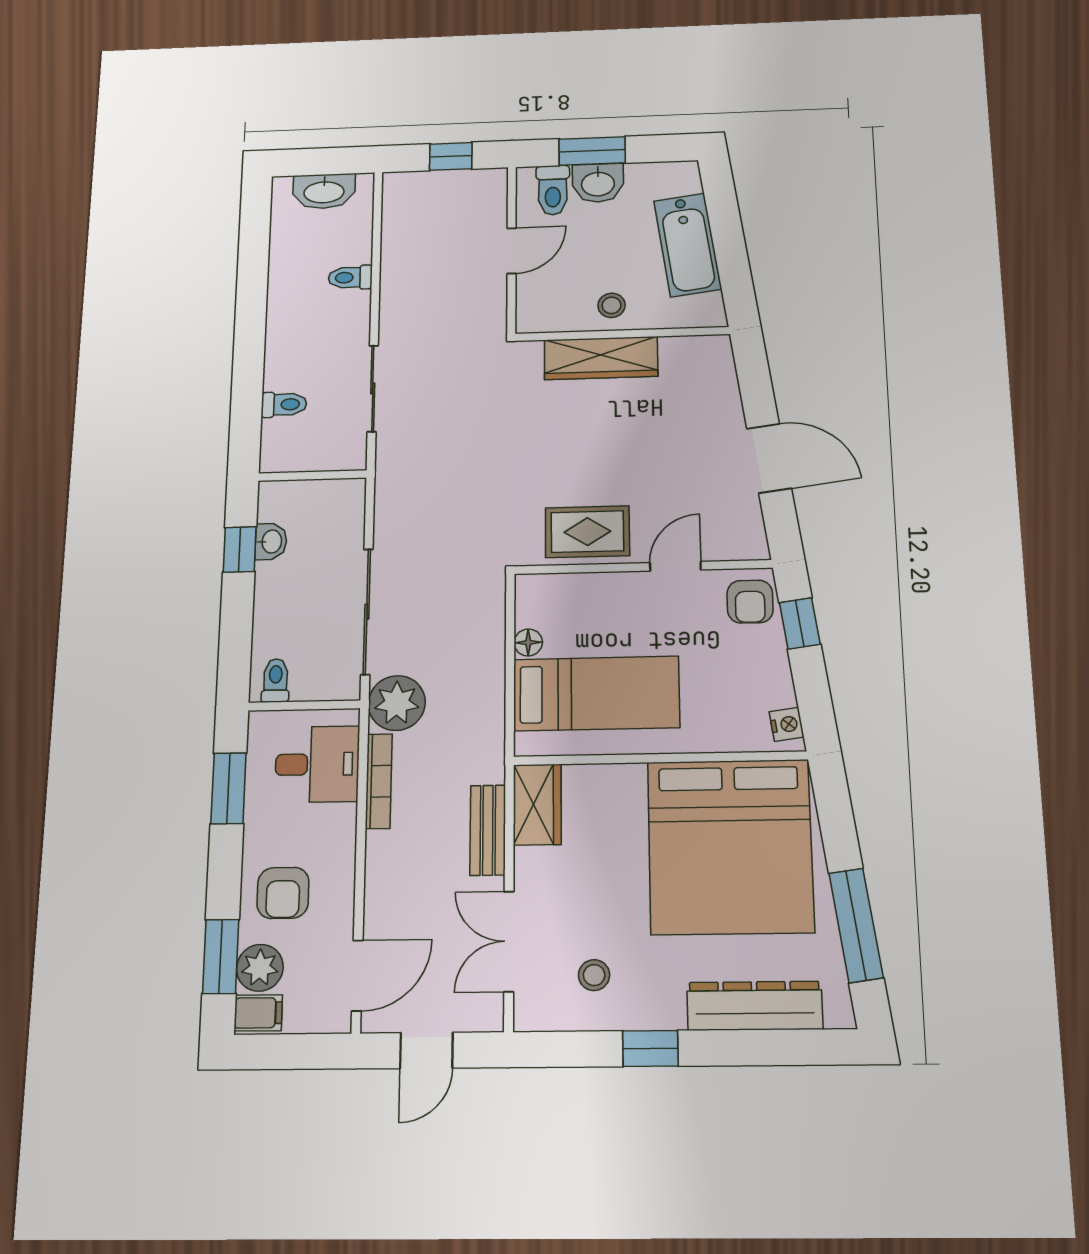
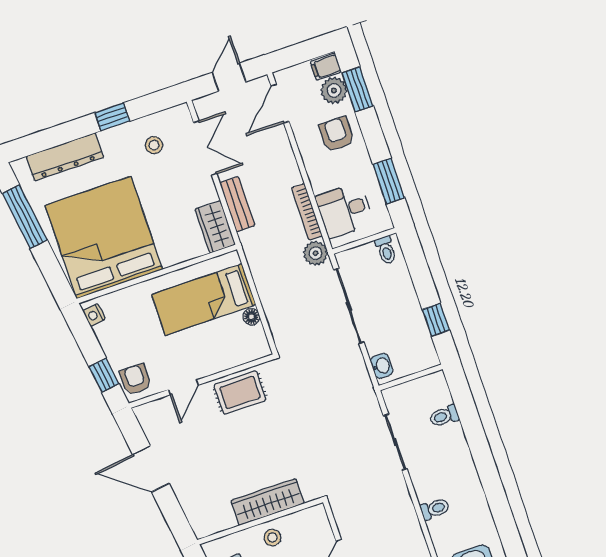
washbasin: (271, 542) -> (382, 366), moved, turned 180
plant: (397, 703) -> (315, 253), width x0.73, depth x0.73

